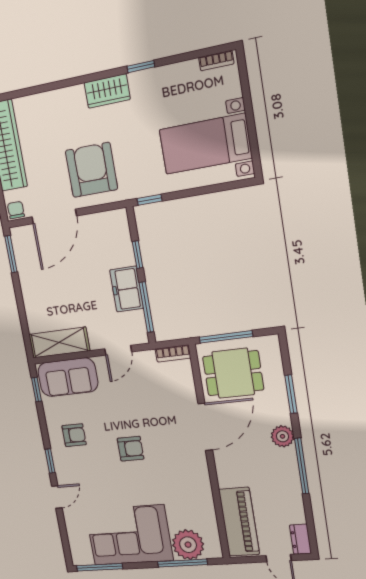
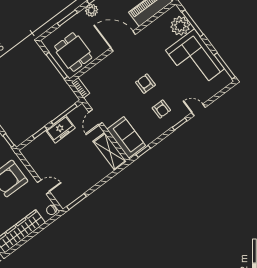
door: (54, 216) -> (44, 187), width x0.53
door: (118, 350) -> (96, 117), swing flipped
door: (205, 427) -> (123, 41), moved
armchair: (74, 435) -> (161, 109), moved, turned 180

